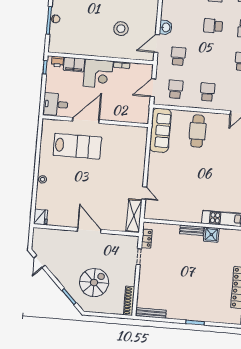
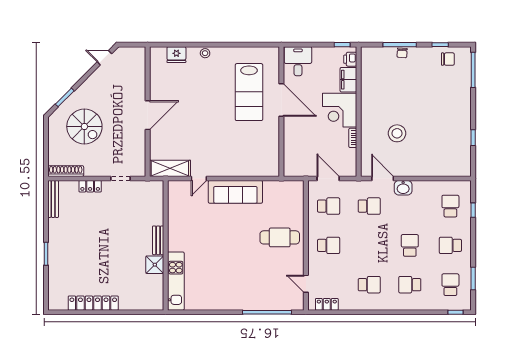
sofa: (160, 130) -> (235, 192), moved
fridge: (41, 217) -> (176, 55), moved
locker: (147, 239) -> (90, 186), moved

